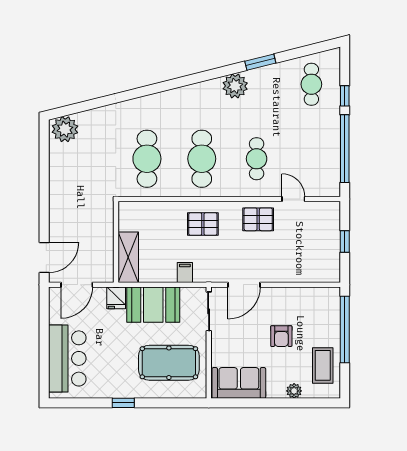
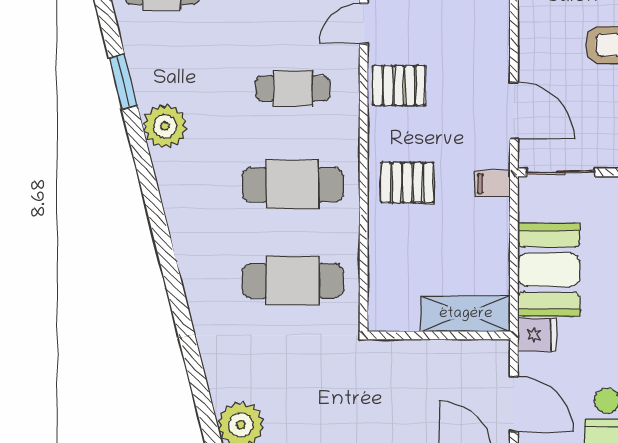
pallet: (258, 219) -> (399, 86), turned 90
pallet: (203, 224) -> (407, 183), turned 90
filing cabinet: (185, 273) -> (492, 184), moved

